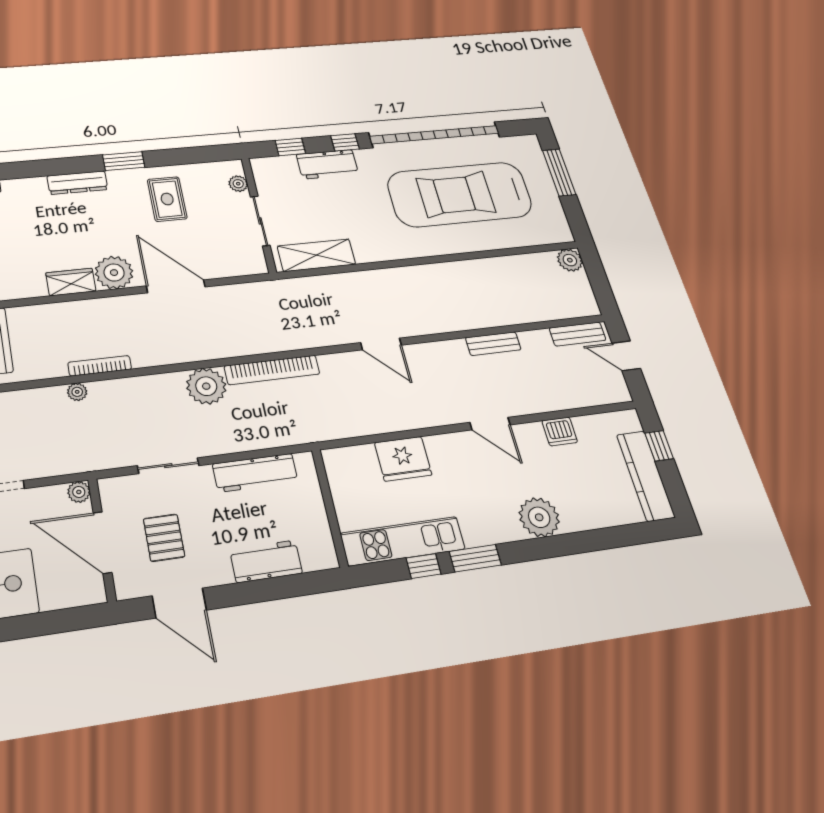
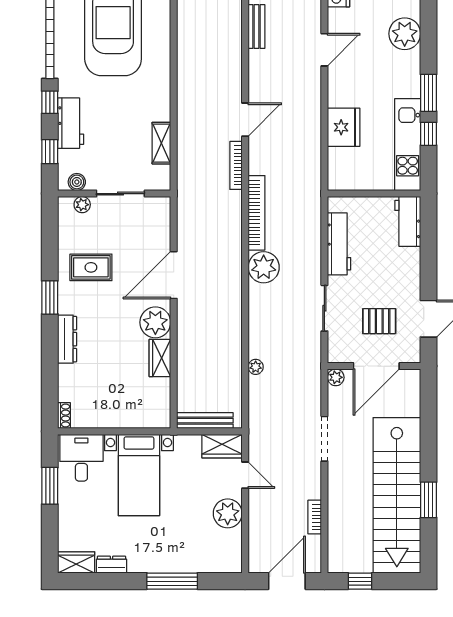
boiler: (263, 176) -> (77, 182), added
shelving: (316, 255) -> (161, 143), width x0.67, depth x0.75
bookcase: (100, 366) -> (236, 165), moved
workbench: (266, 561) -> (408, 221), moved

